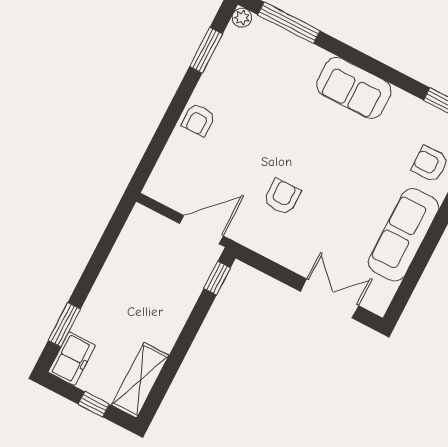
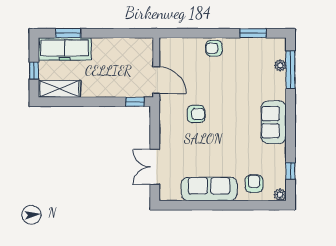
plant: (242, 18) -> (280, 65), moved
double door: (329, 298) -> (155, 167), swing flipped
freezer: (72, 359) -> (65, 49), width x1.91, depth x1.26

